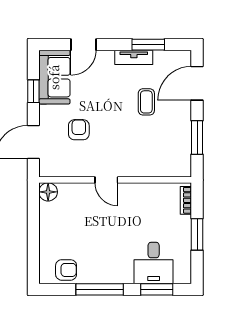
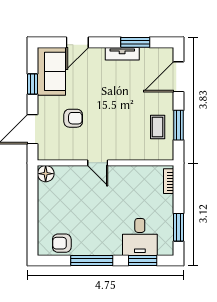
coffee table: (146, 102) -> (158, 127), moved
armchair: (79, 130) -> (73, 118), turned 90
window: (197, 234) -> (179, 227), moved
armchair: (66, 270) -> (62, 243), turned 180

